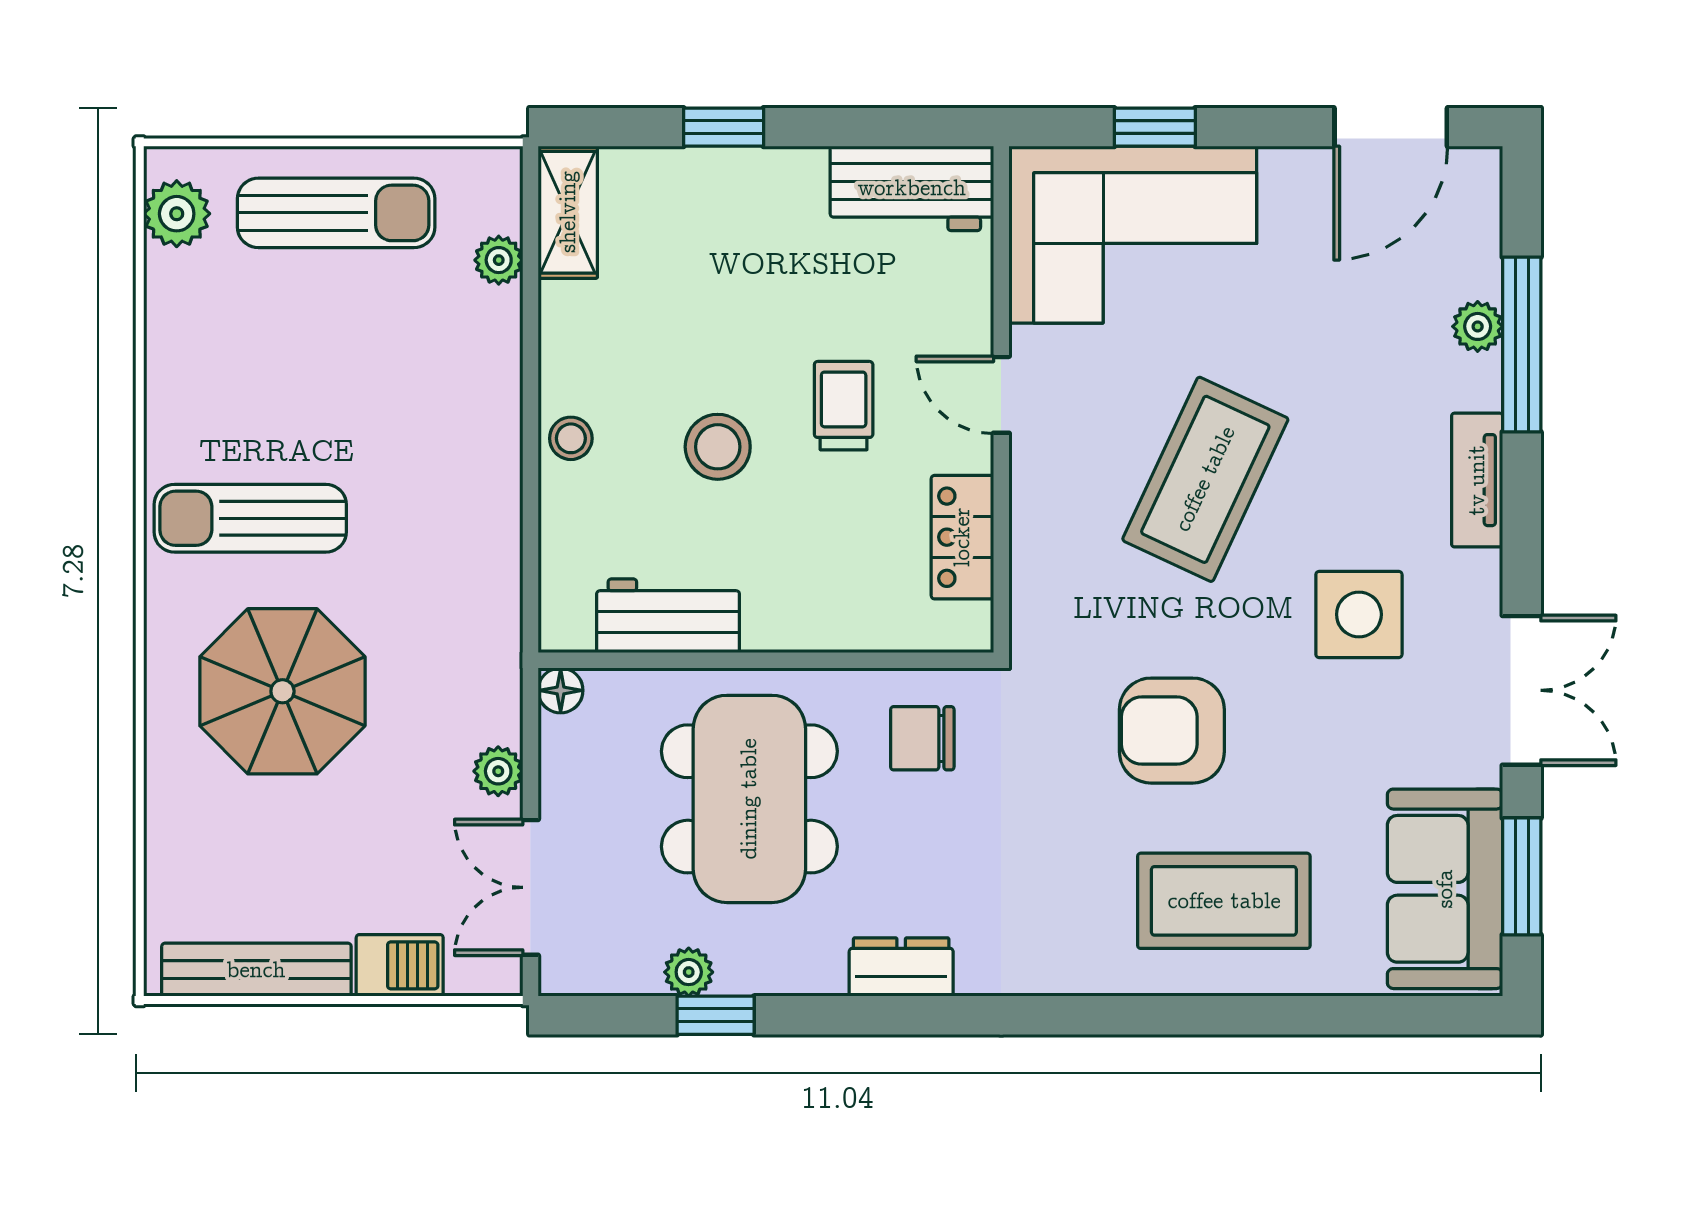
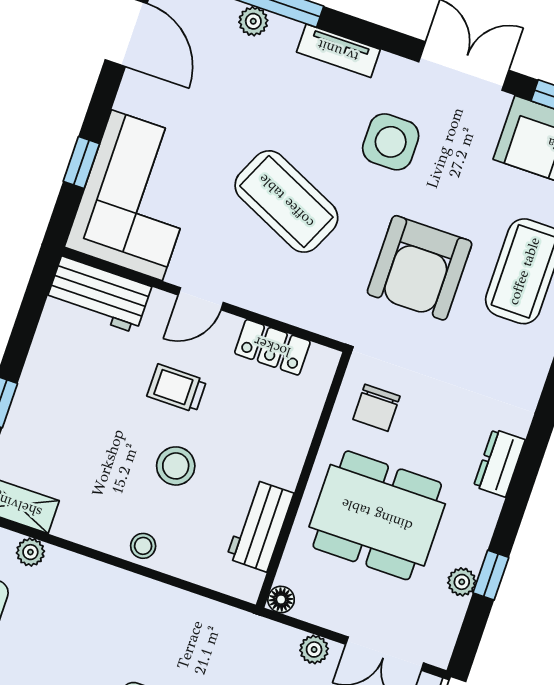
workbench: (912, 188) -> (99, 295), moved, turned 90
armchair: (1172, 731) -> (420, 268), width x1.36, depth x1.36

